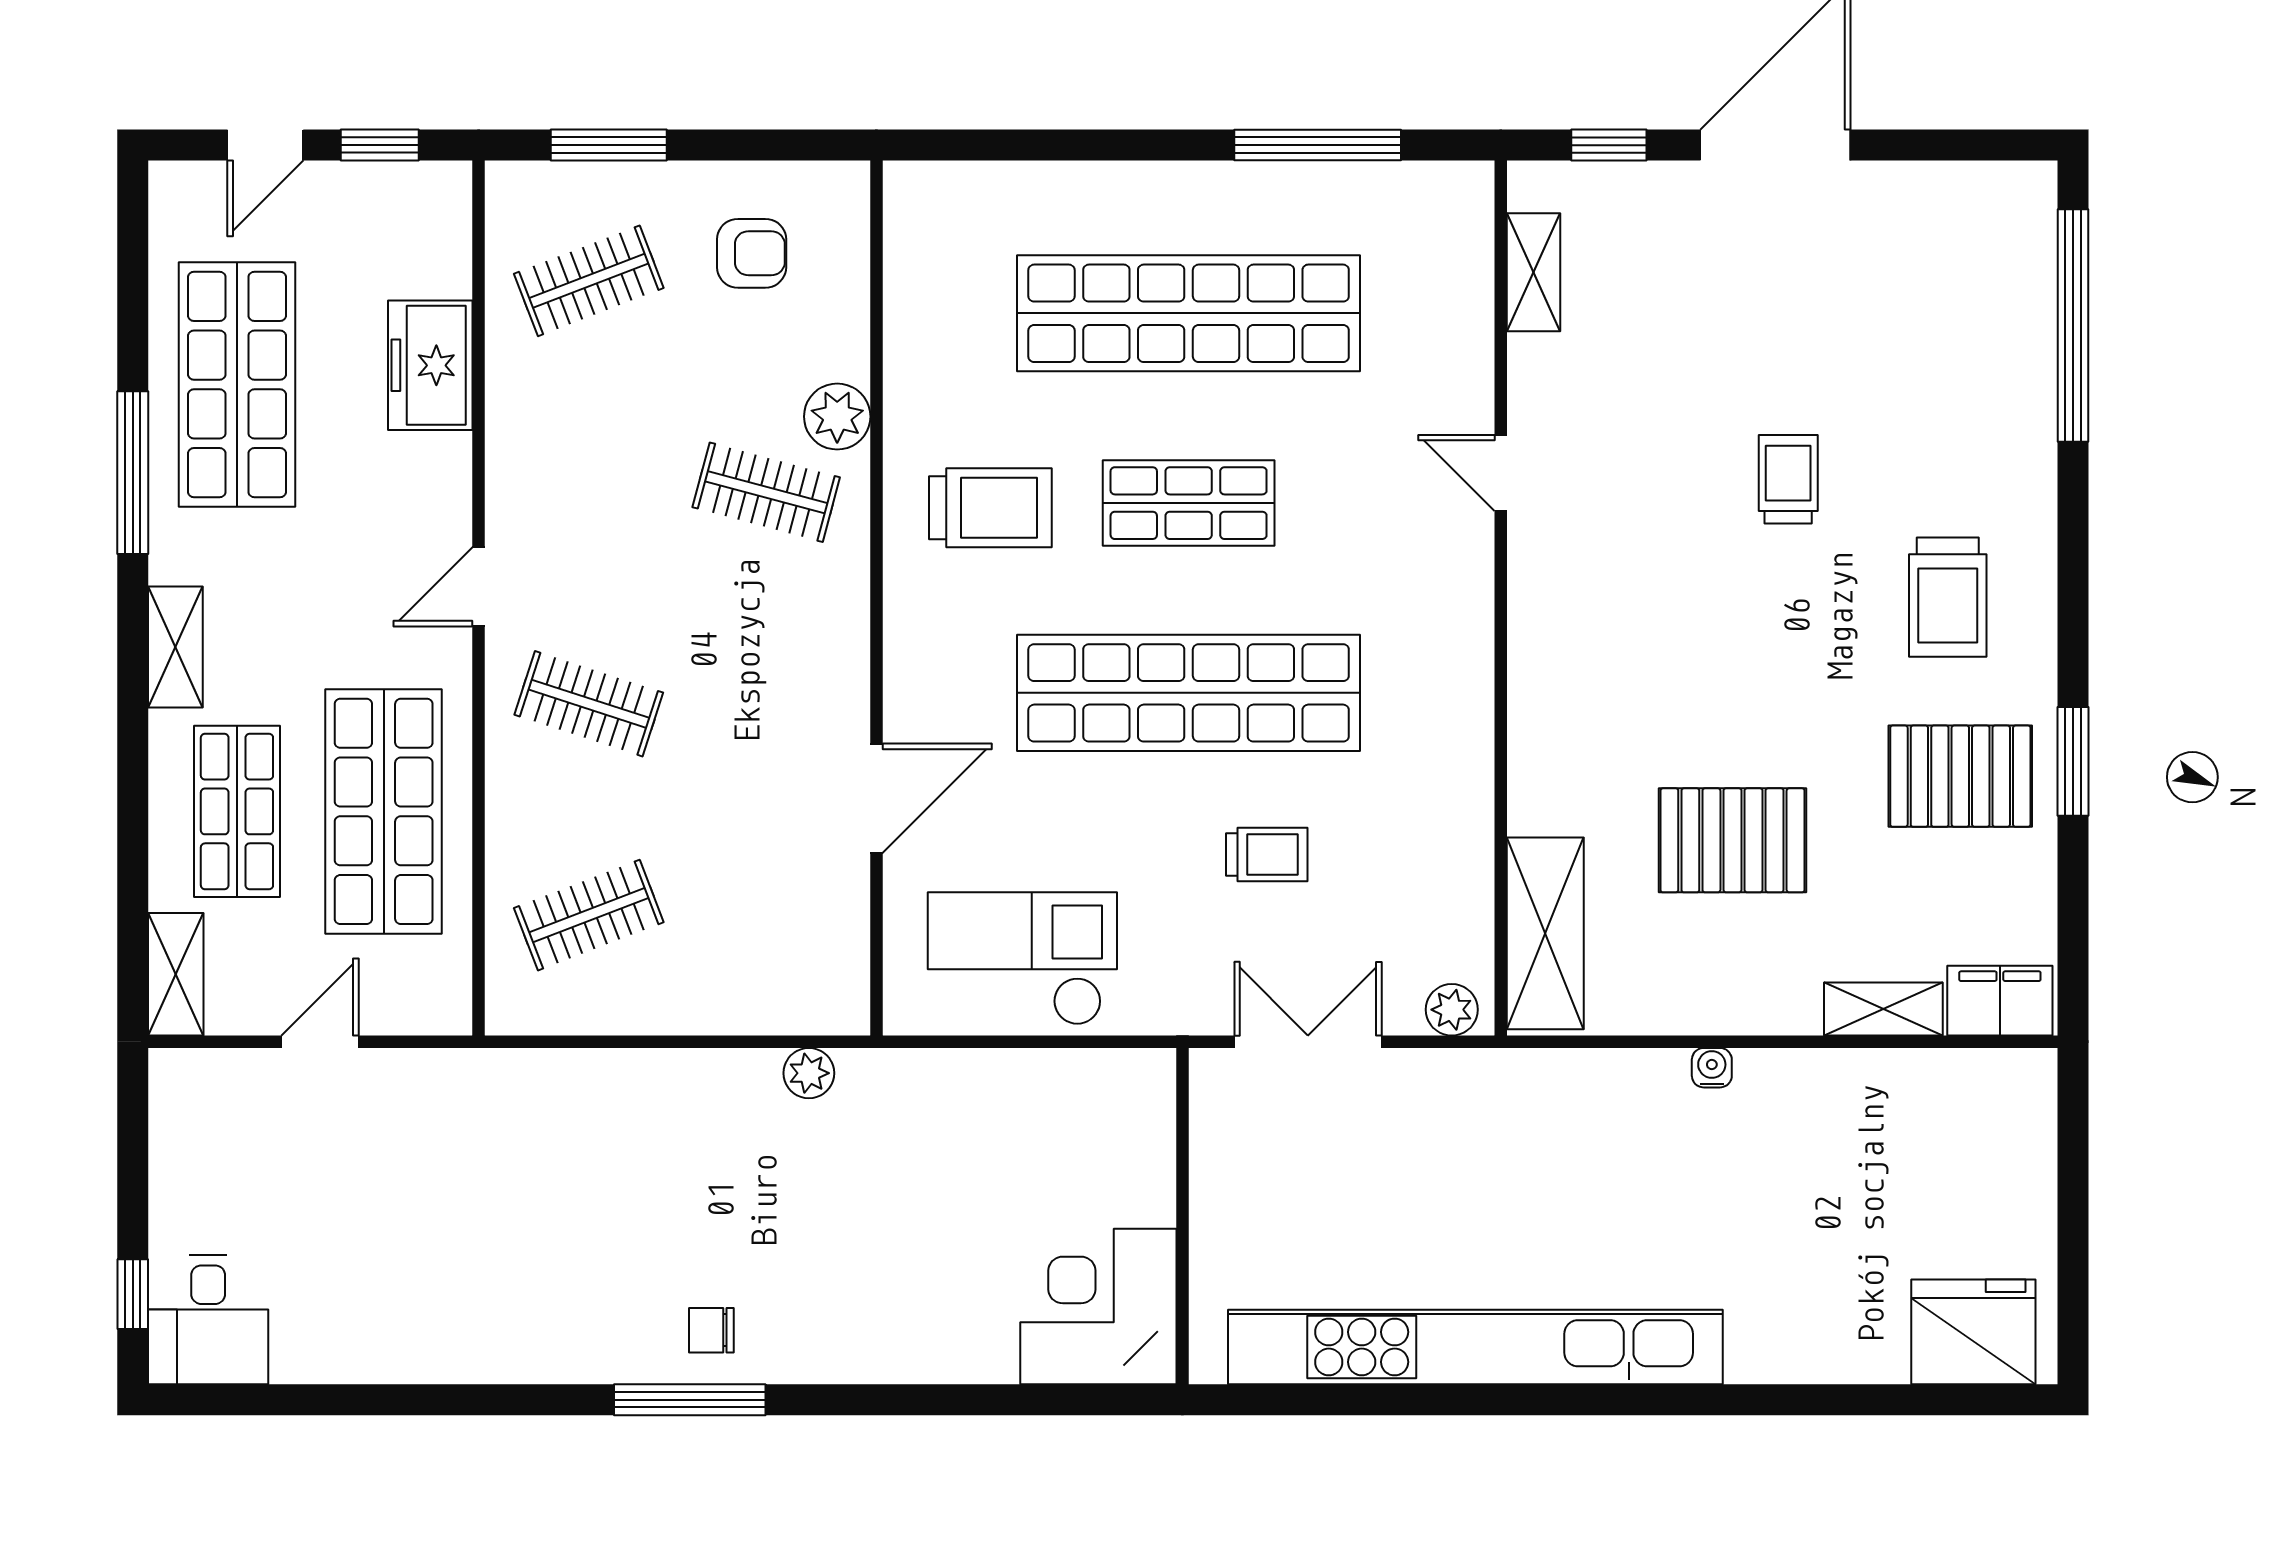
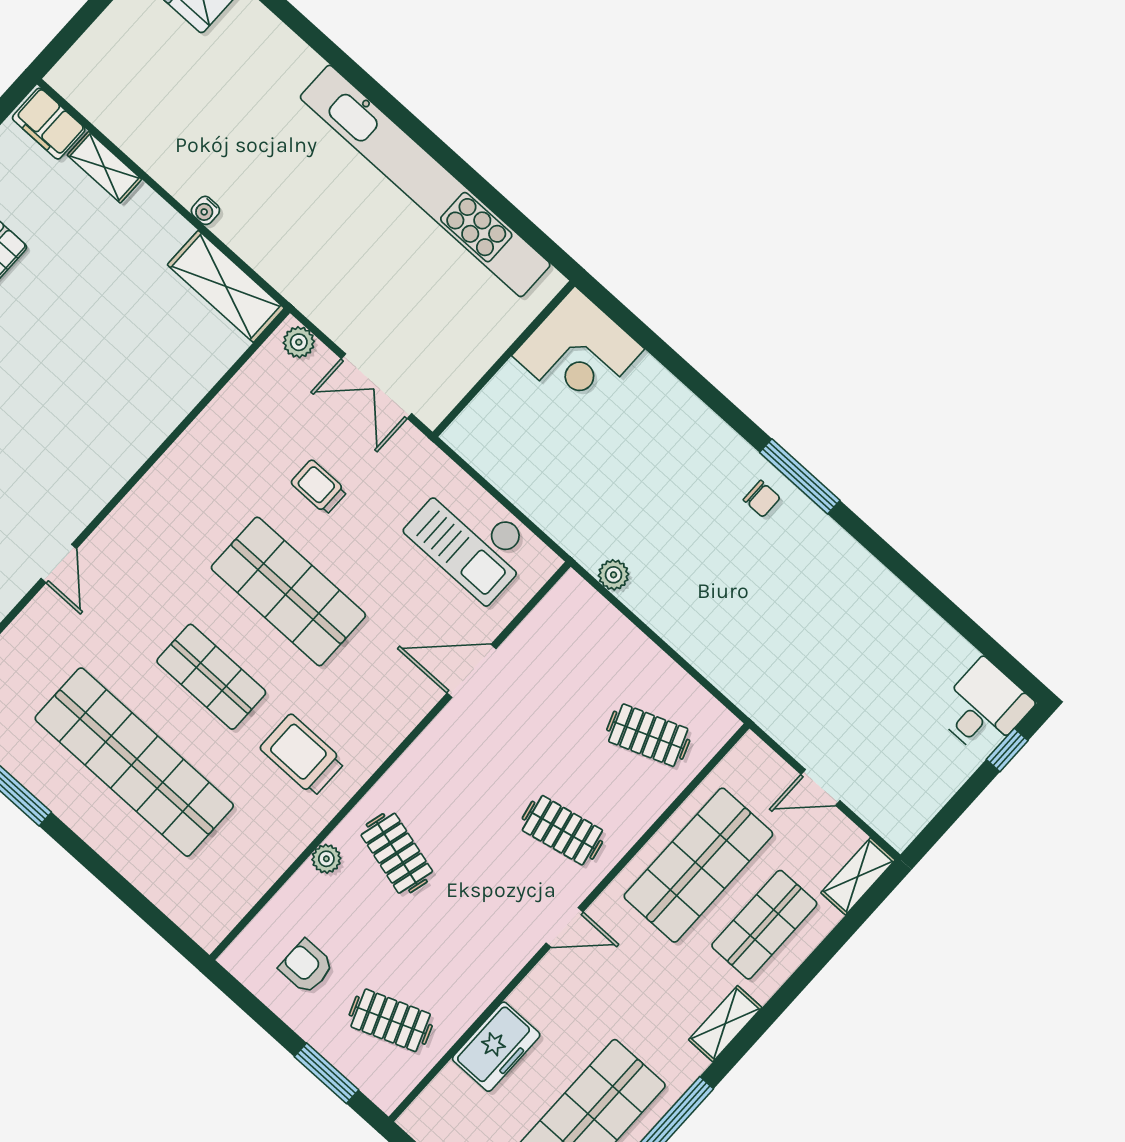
plant: (837, 417) -> (326, 859), width x0.73, depth x0.73
shop shelf: (1189, 693) -> (288, 591), width x0.71
clothes rail: (589, 704) -> (562, 830), turned -30
pallet: (1732, 840) -> (104, 304), removed
shelving: (1545, 933) -> (226, 286), moved, turned 90

